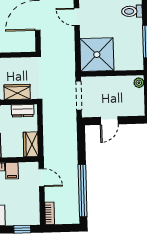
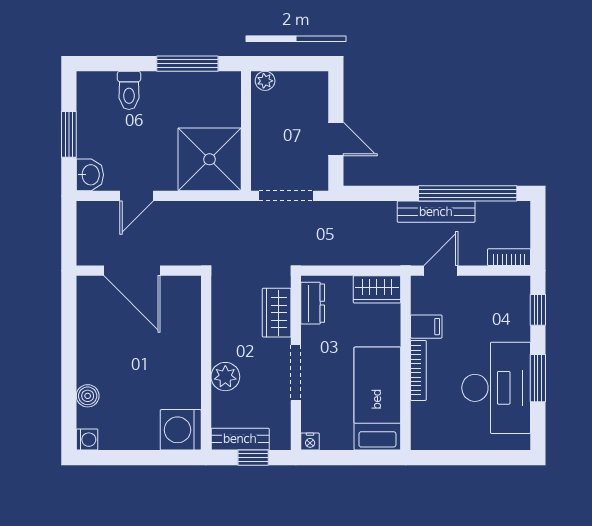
bench: (72, 174) -> (436, 212), added

